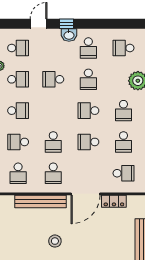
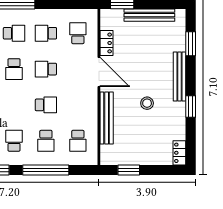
school desk: (88, 142) -> (46, 69), turned 90
school desk: (123, 142) -> (46, 33), turned 180
school desk: (18, 173) -> (78, 141), turned 90
school desk: (53, 173) -> (78, 105), removed

